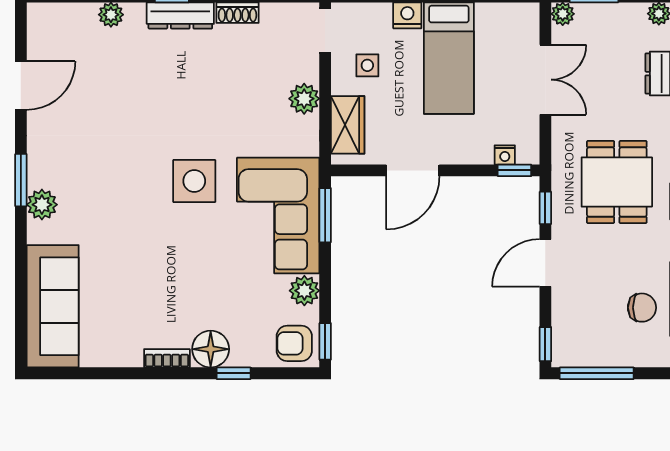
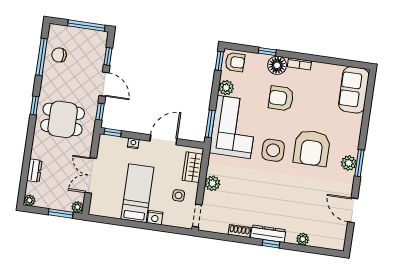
door: (21, 86) -> (353, 210), hinge flipped
nightstand: (505, 155) -> (133, 143), moved
dining table: (617, 182) -> (63, 119), turned 90
armchair: (119, 196) -> (312, 148), added
plant: (42, 205) -> (349, 163), moved
door: (545, 263) -> (104, 84), hinge flipped
armchair: (193, 285) -> (281, 98), added
sofa: (53, 306) -> (354, 90), width x0.73
window: (545, 344) -> (108, 56), moved

